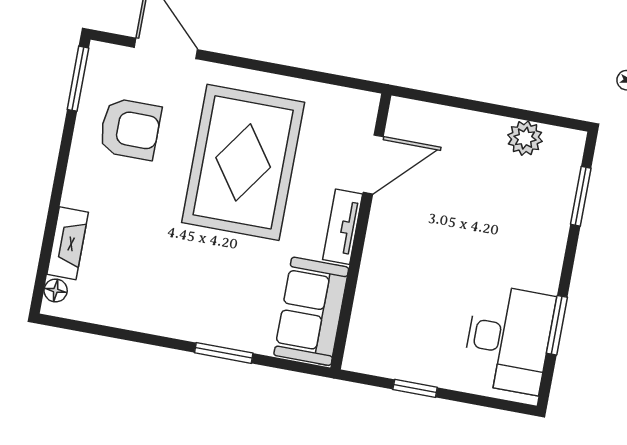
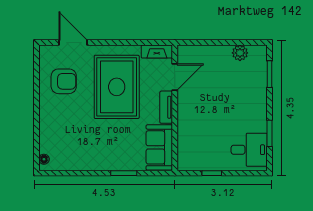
window: (78, 79) -> (36, 63), removed
fireplace: (68, 243) -> (157, 52), moved, turned 90
desk: (509, 339) -> (249, 150), width x0.73

